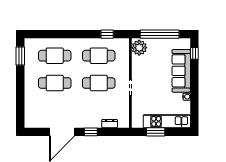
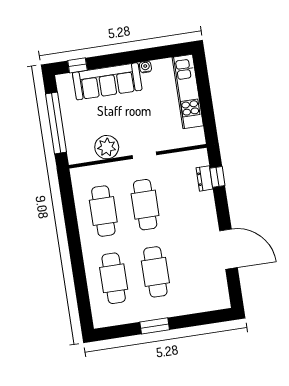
window: (107, 34) -> (68, 203), removed
plant: (139, 48) -> (107, 147), moved
window: (20, 56) -> (155, 326), moved
window: (91, 132) -> (217, 177), moved
window: (156, 132) -> (207, 106), removed

